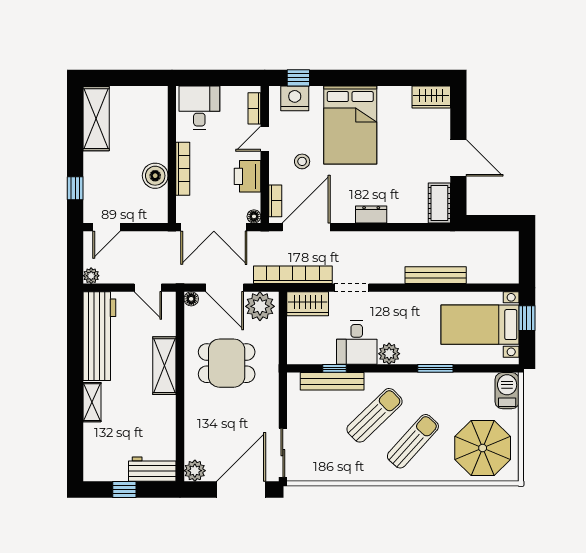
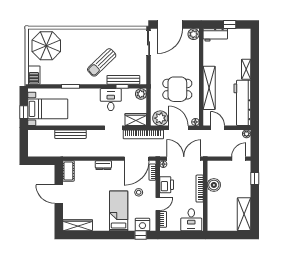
wardrobe: (431, 97) -> (78, 225), width x1.50
bed: (350, 125) -> (119, 211), width x0.67
plant: (389, 354) -> (141, 94), moved
shelving: (164, 366) -> (209, 88), width x1.47
sun lounger: (413, 441) -> (82, 49), removed

